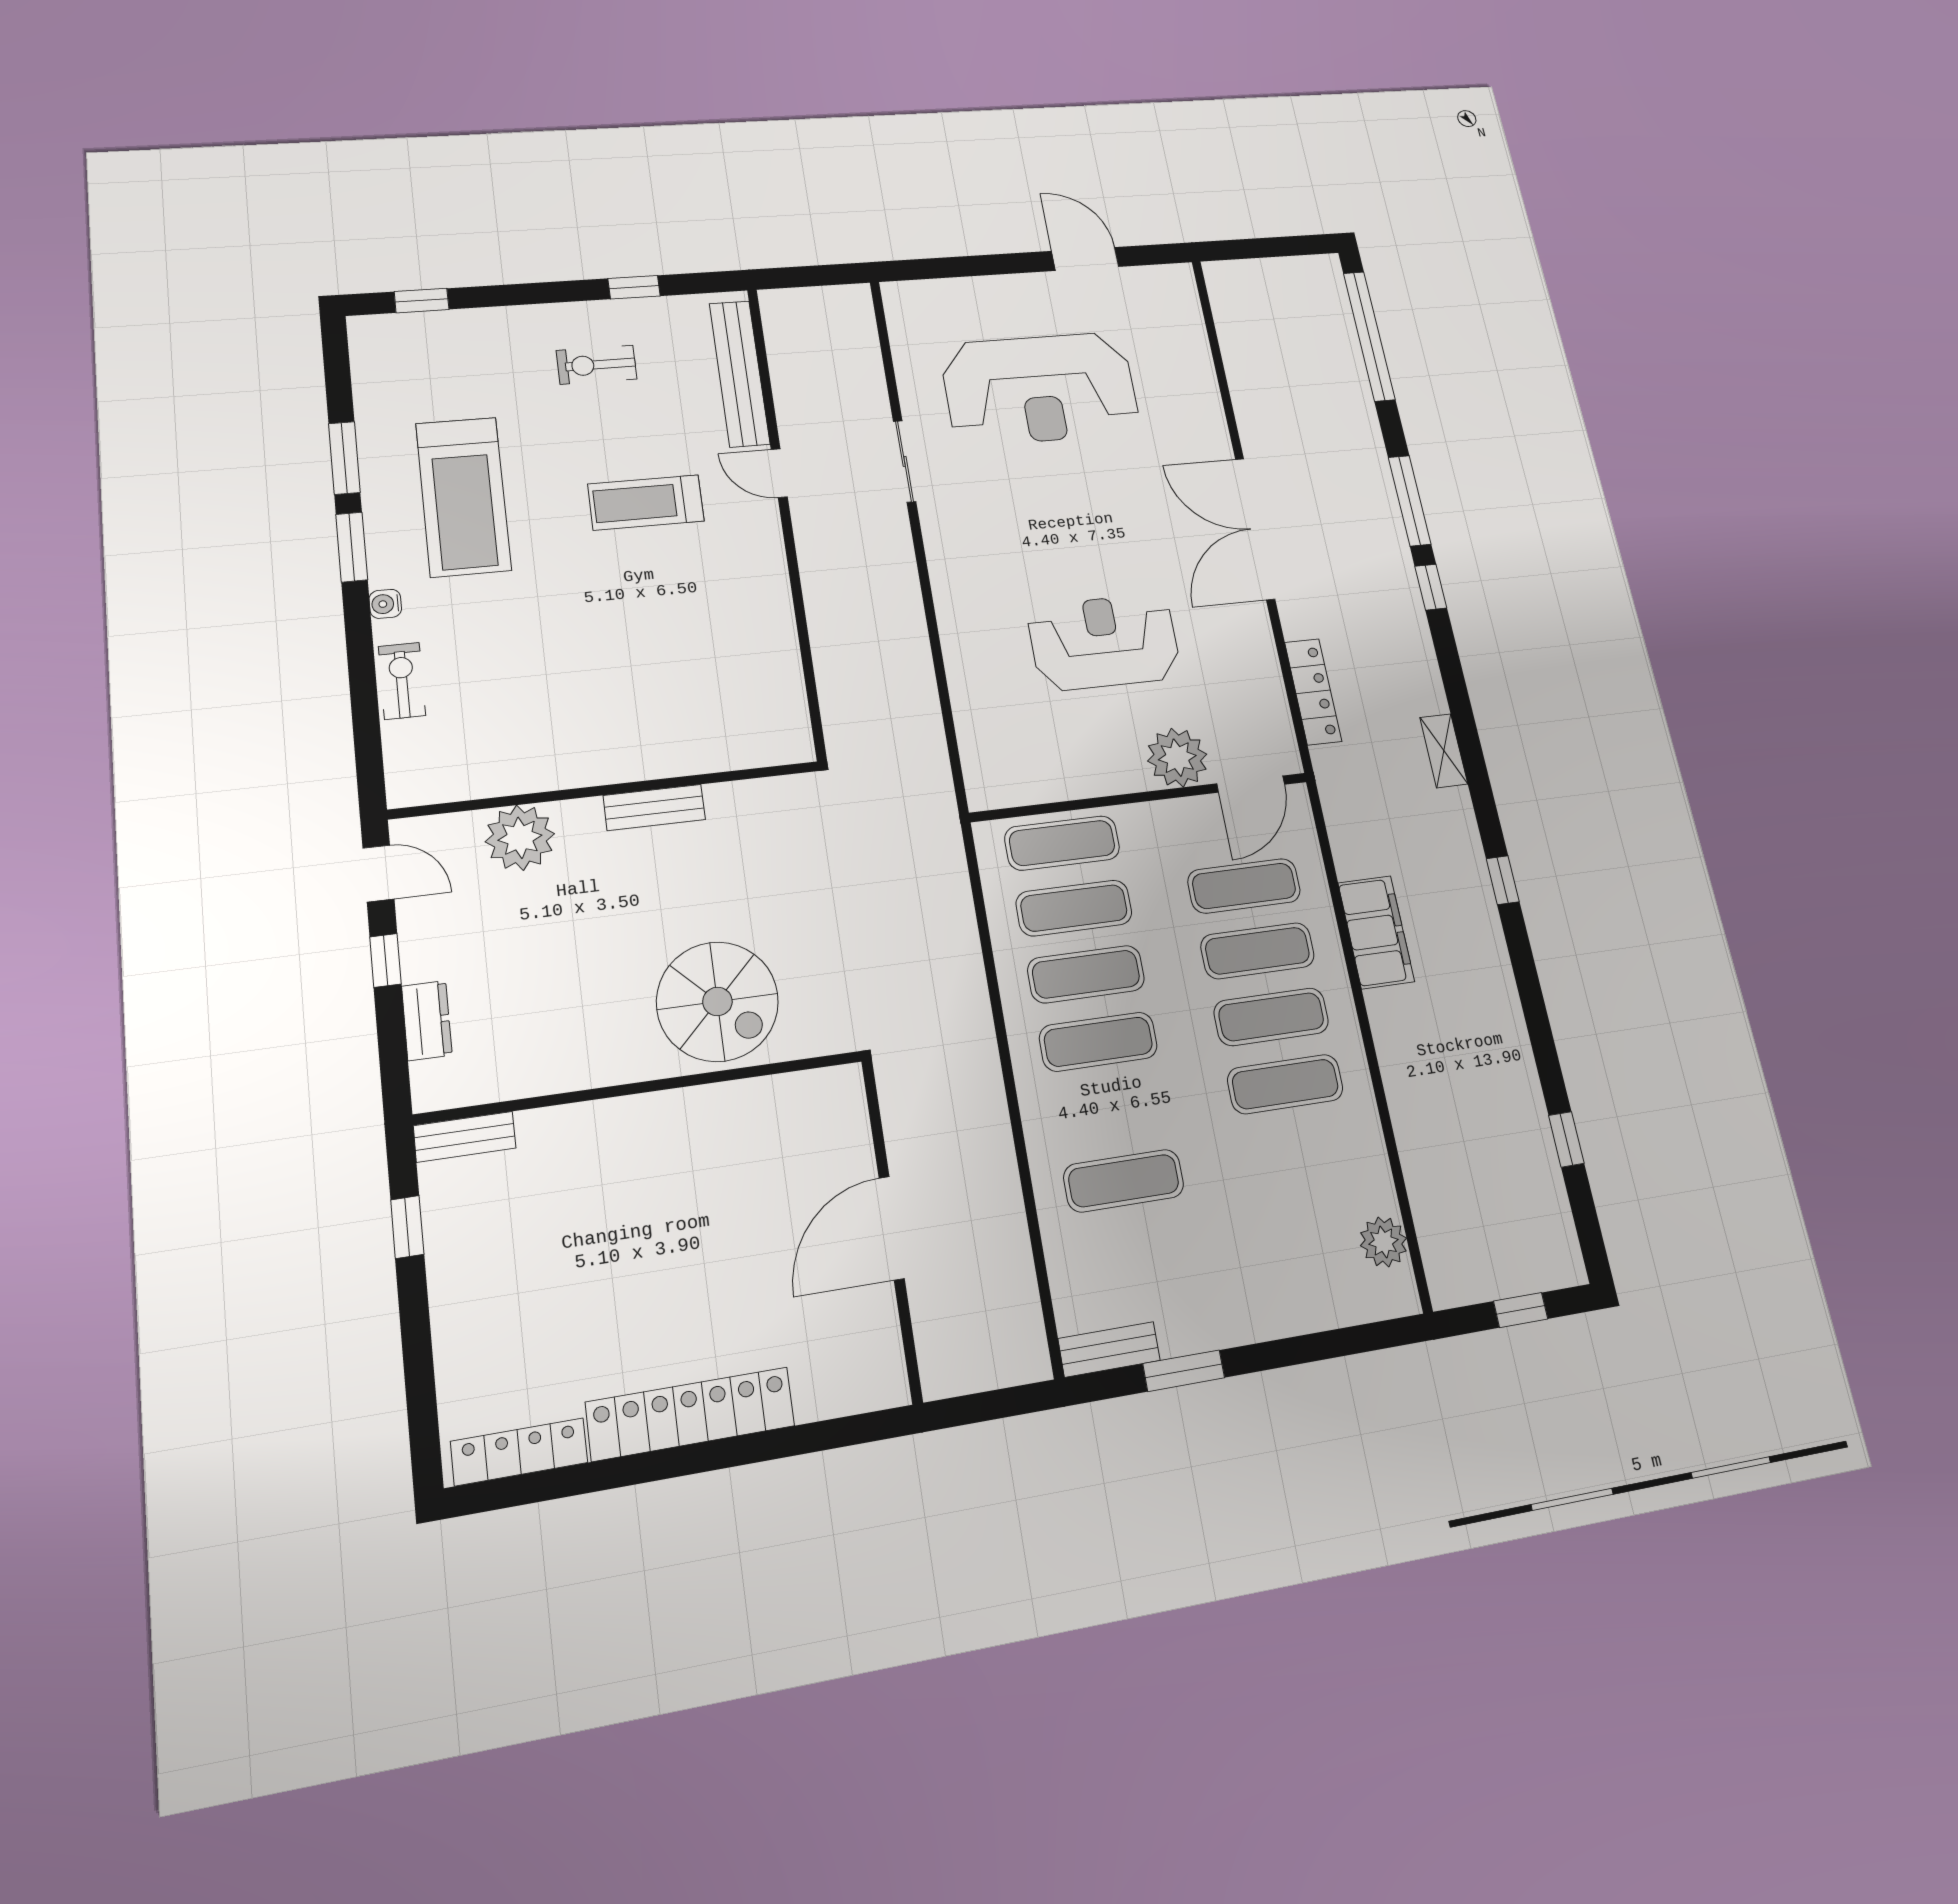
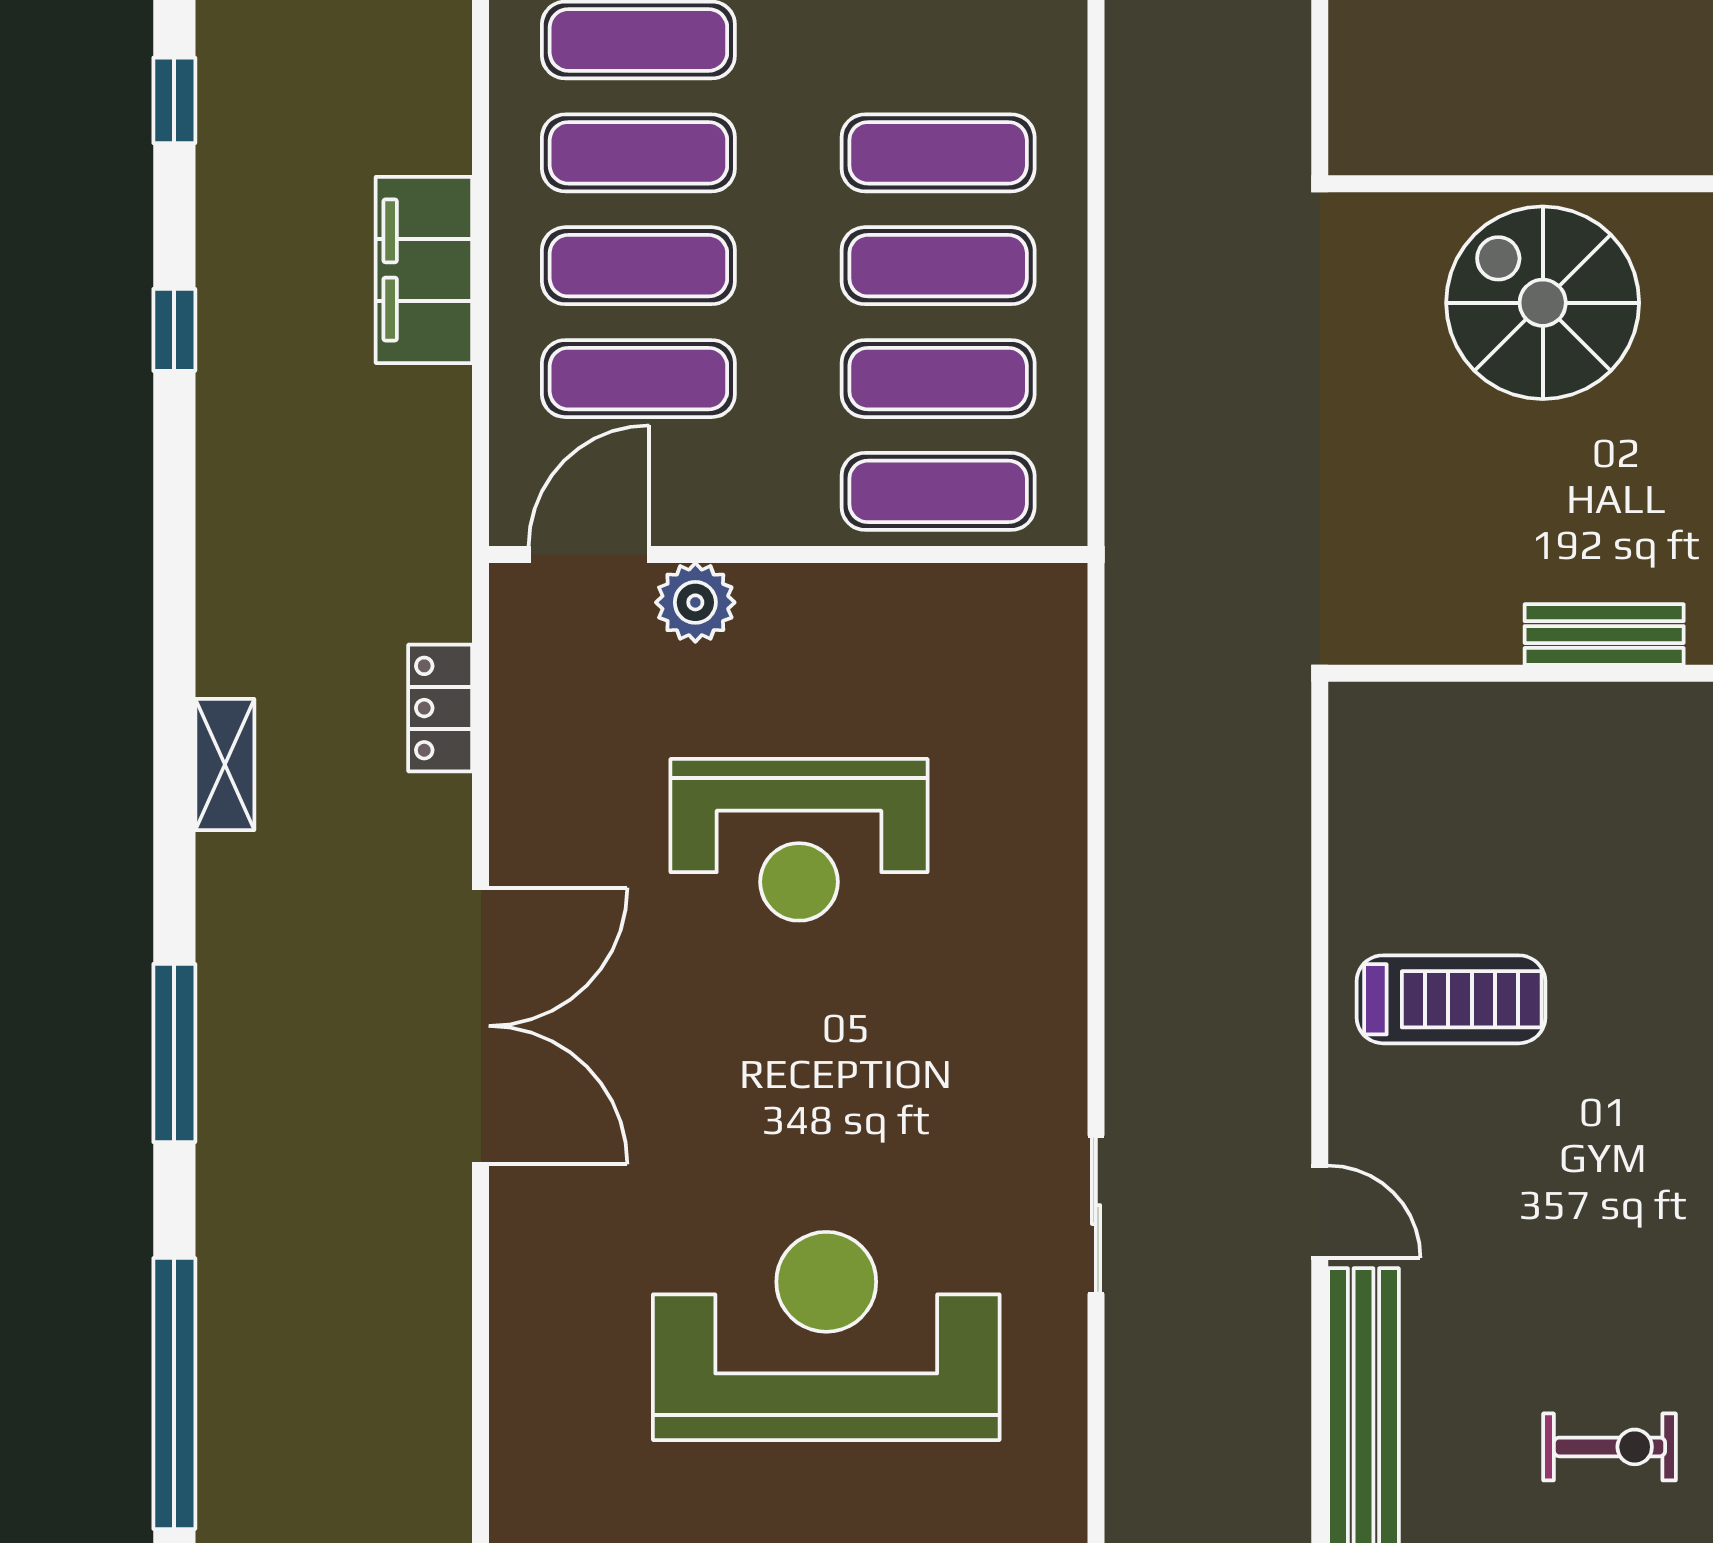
treadmill: (646, 502) -> (1451, 999), moved
window: (1431, 587) -> (174, 100), moved
locker: (1313, 692) -> (440, 708), width x0.66
shelving: (1444, 751) -> (225, 765), moved
plant: (1177, 758) -> (695, 602), width x0.73, depth x0.73

